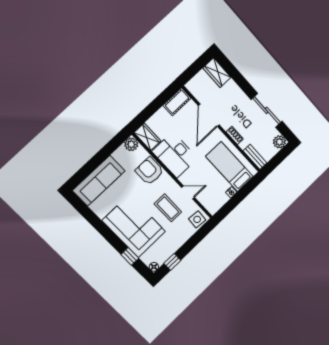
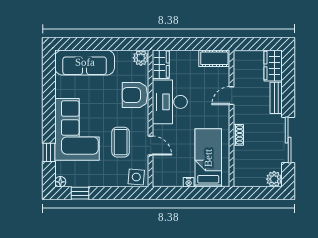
door: (209, 115) -> (232, 96), width x0.53
bench: (255, 157) -> (276, 98), moved
armchair: (149, 171) -> (135, 95), turned -90

